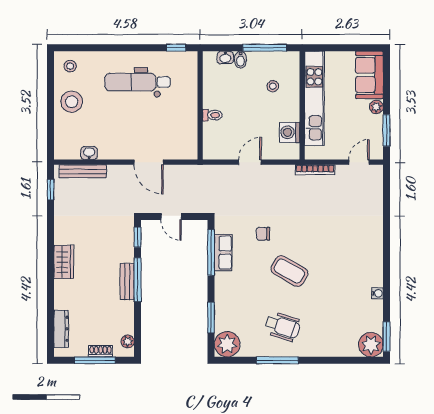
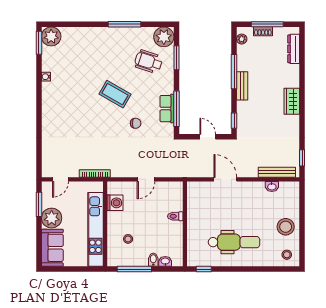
plant: (376, 107) -> (52, 218), width x1.87, depth x1.87
window: (137, 280) -> (234, 72), moved
wheelchair: (282, 326) -> (148, 62), moved

